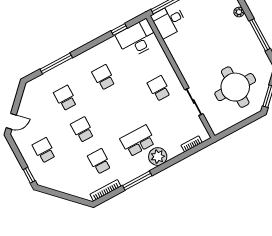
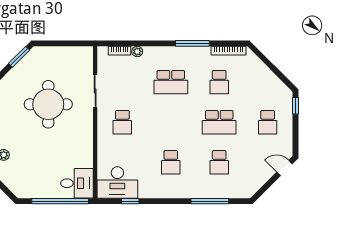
round table: (235, 87) -> (48, 104), moved
school desk: (82, 130) -> (219, 122), width x1.85
plant: (158, 157) -> (137, 51), moved, width x0.53, depth x0.53

